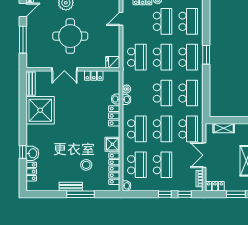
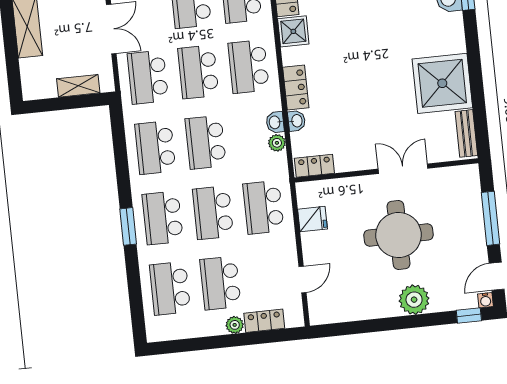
fridge: (113, 62) -> (312, 219), moved
locker: (94, 75) -> (314, 166), moved

